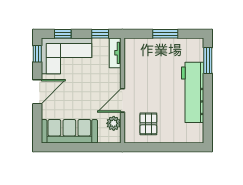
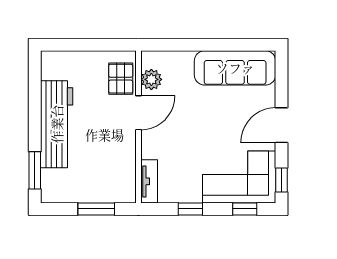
tv unit: (115, 53) -> (149, 181), moved
wall: (122, 91) -> (139, 127), moved
door: (122, 100) -> (139, 113), moved
plant: (114, 123) -> (151, 79), moved

